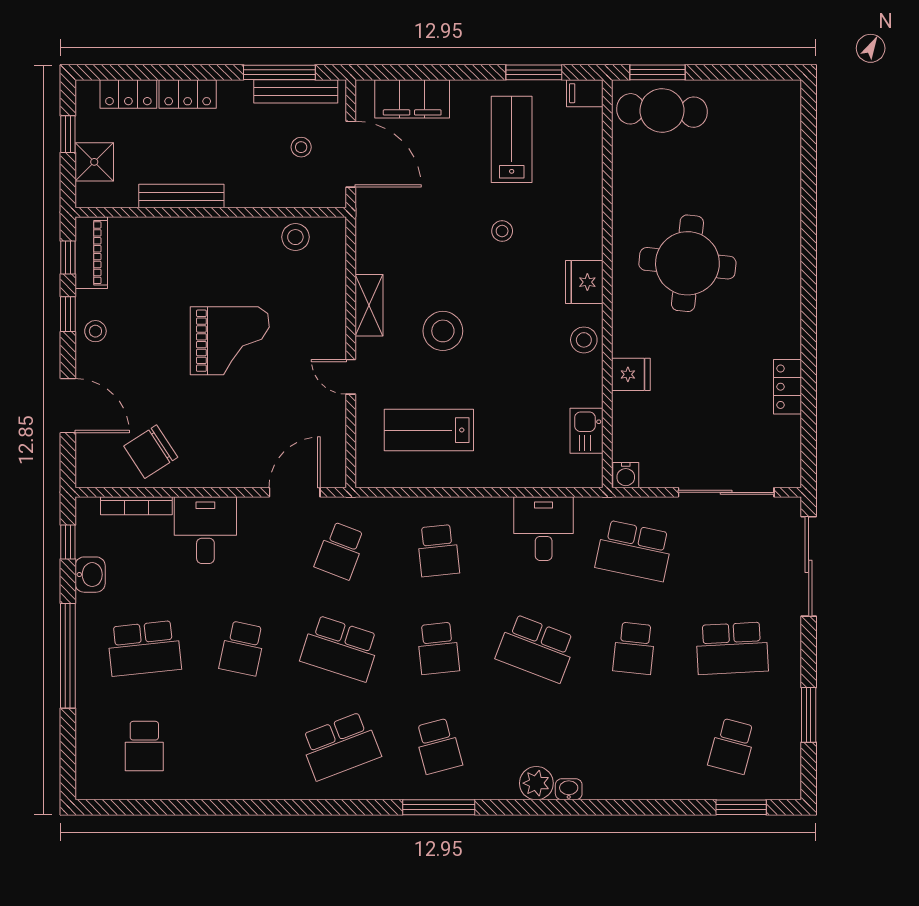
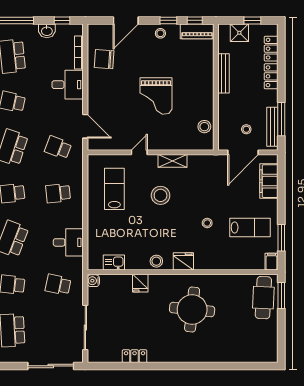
chair: (151, 452) -> (104, 59), turned -53
school desk: (634, 551) -> (58, 285), width x0.54

